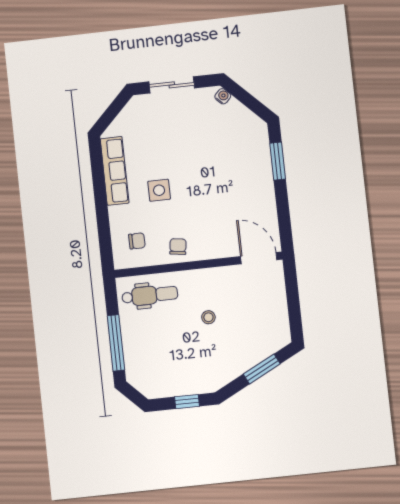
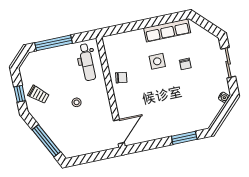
chair: (137, 241) -> (185, 64), moved
window: (262, 369) -> (46, 141), width x1.44
trolley: (191, 373) -> (39, 95), added

